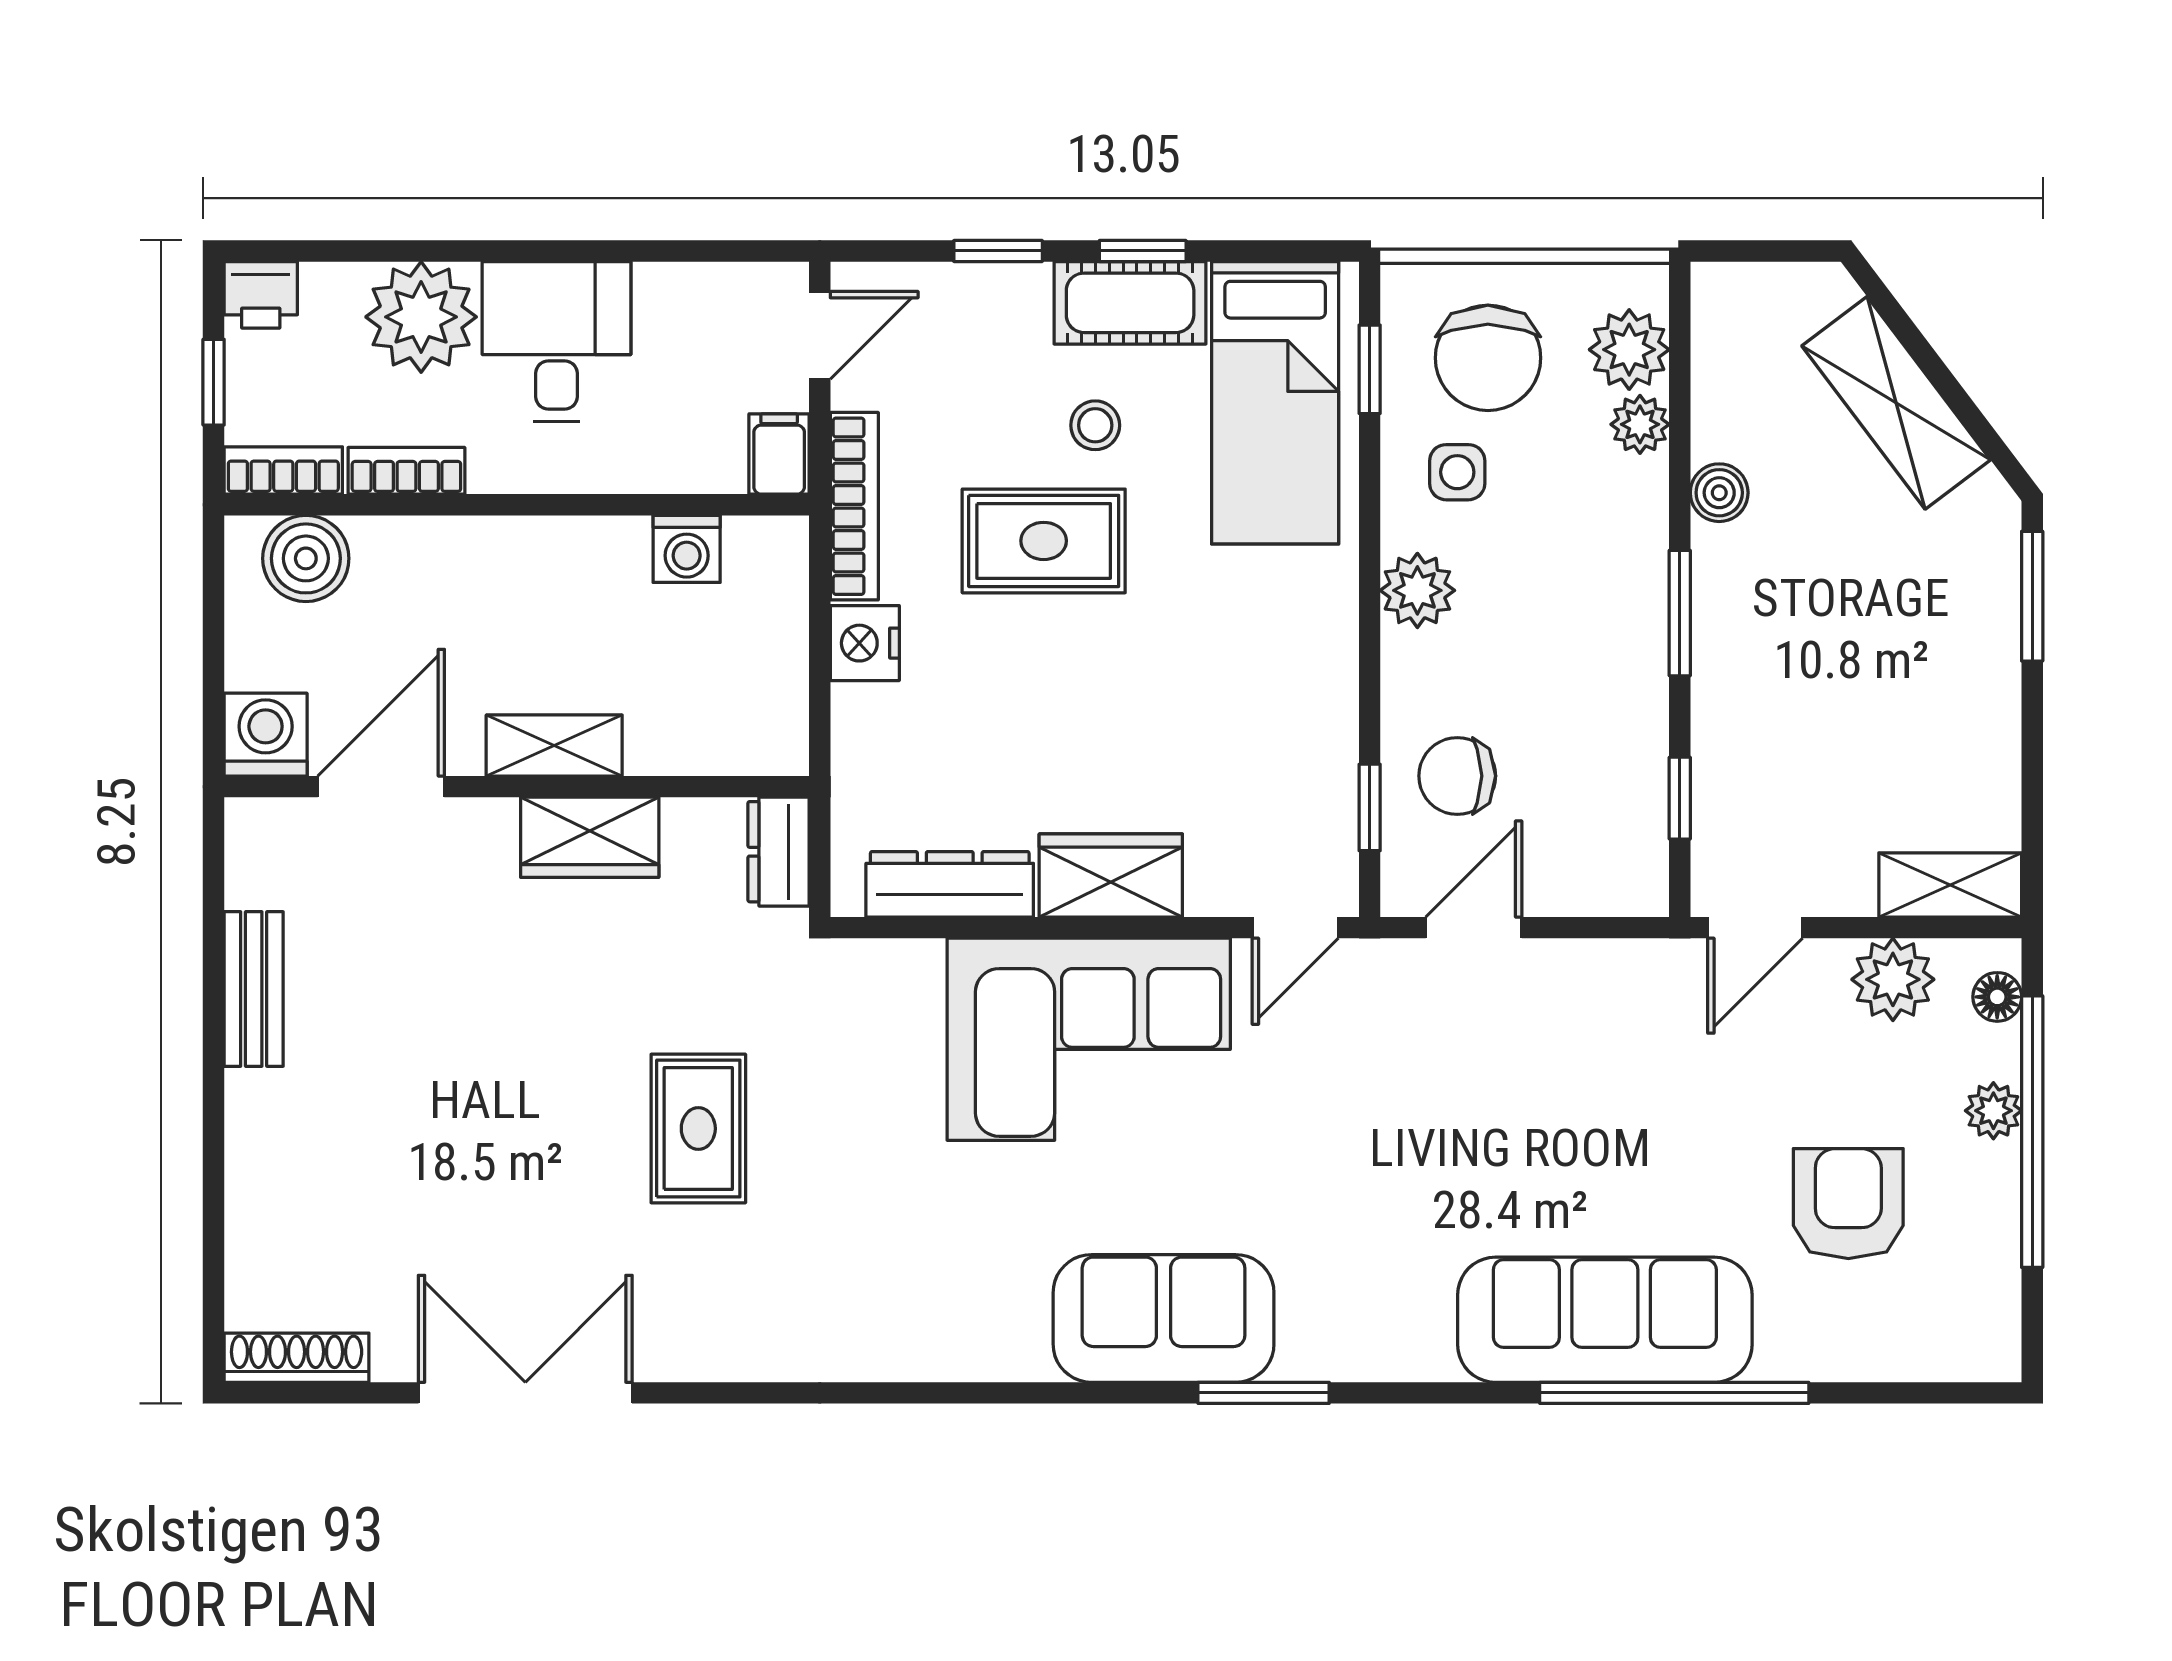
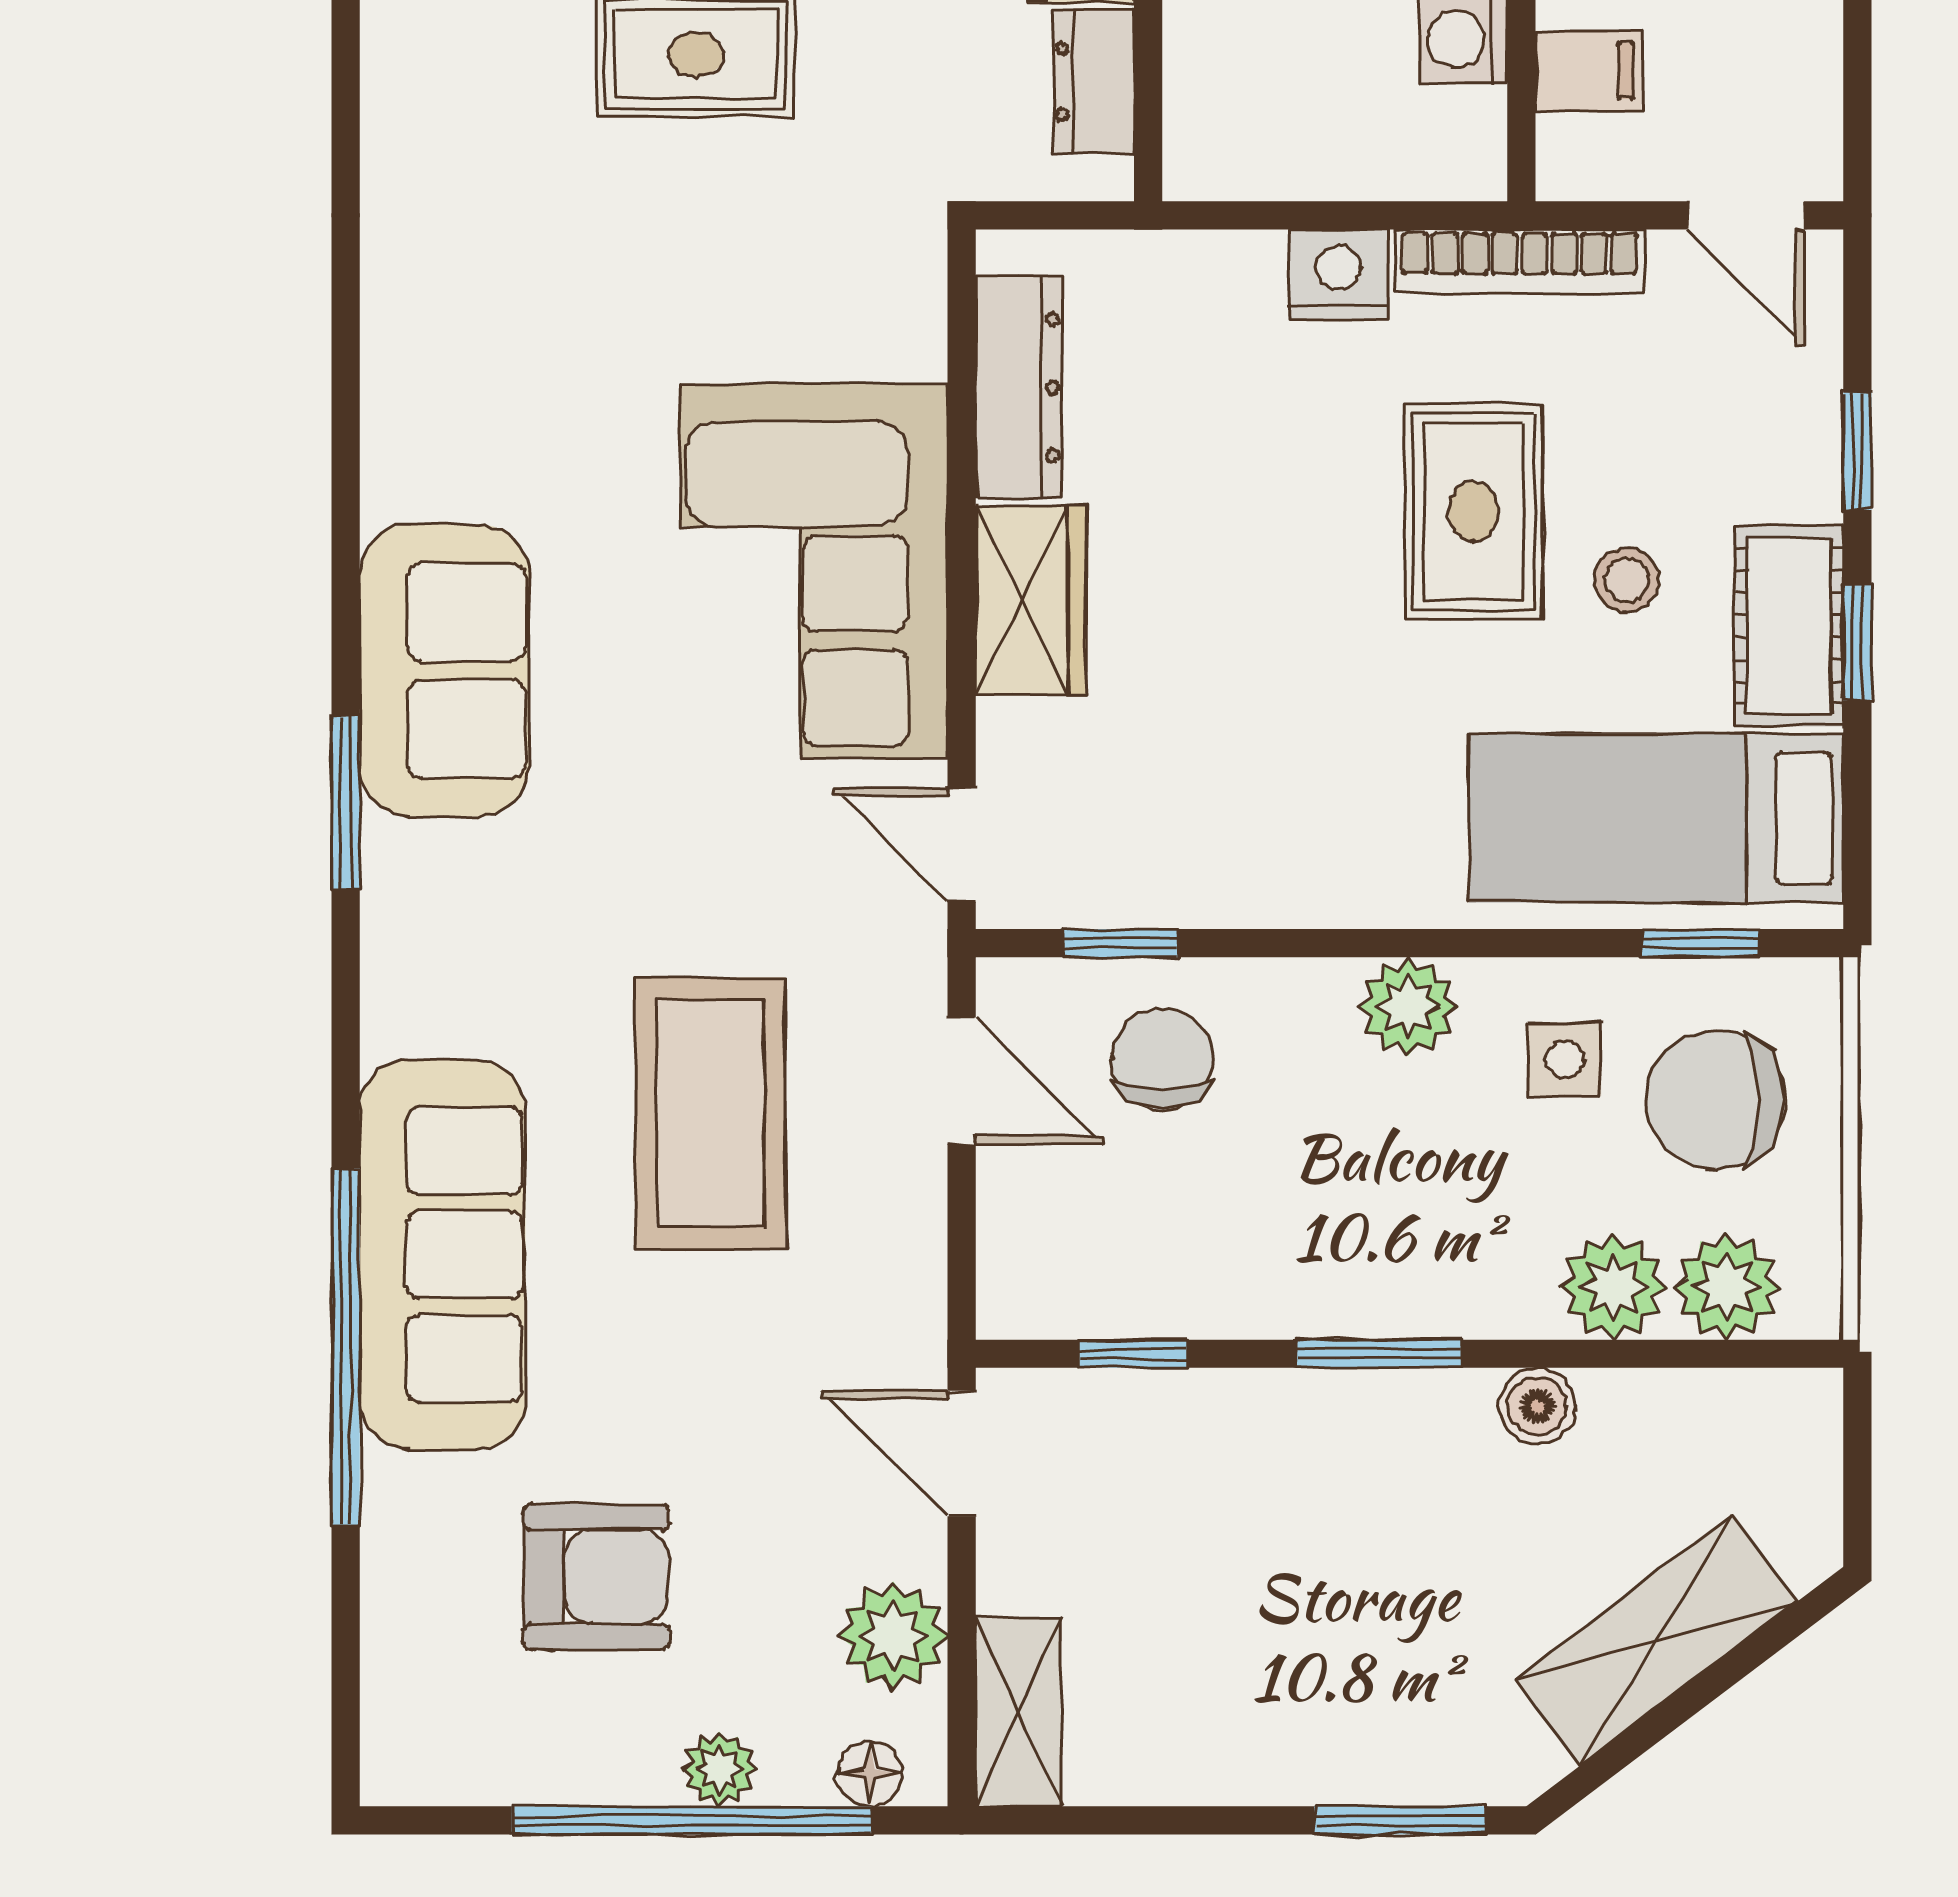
plant: (1640, 424) -> (1613, 1287), width x1.38, depth x1.38
filing cabinet: (779, 454) -> (1589, 71), moved
dresser: (779, 852) -> (1094, 82), moved, turned -90
coffee table: (1498, 1117) -> (710, 1113), added

